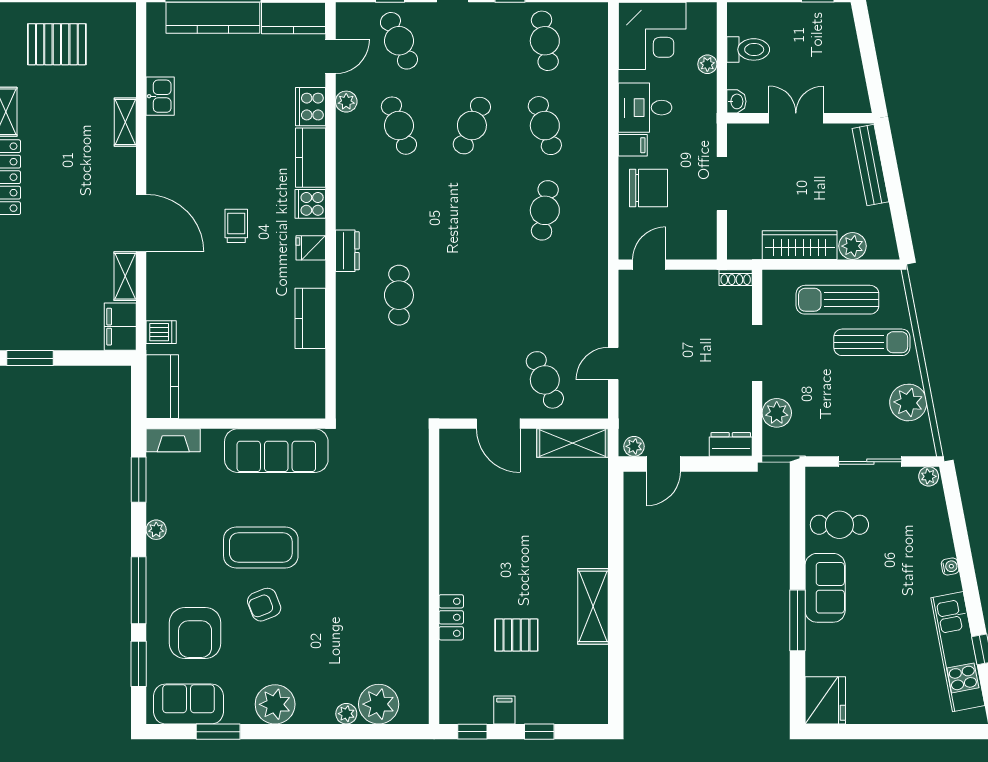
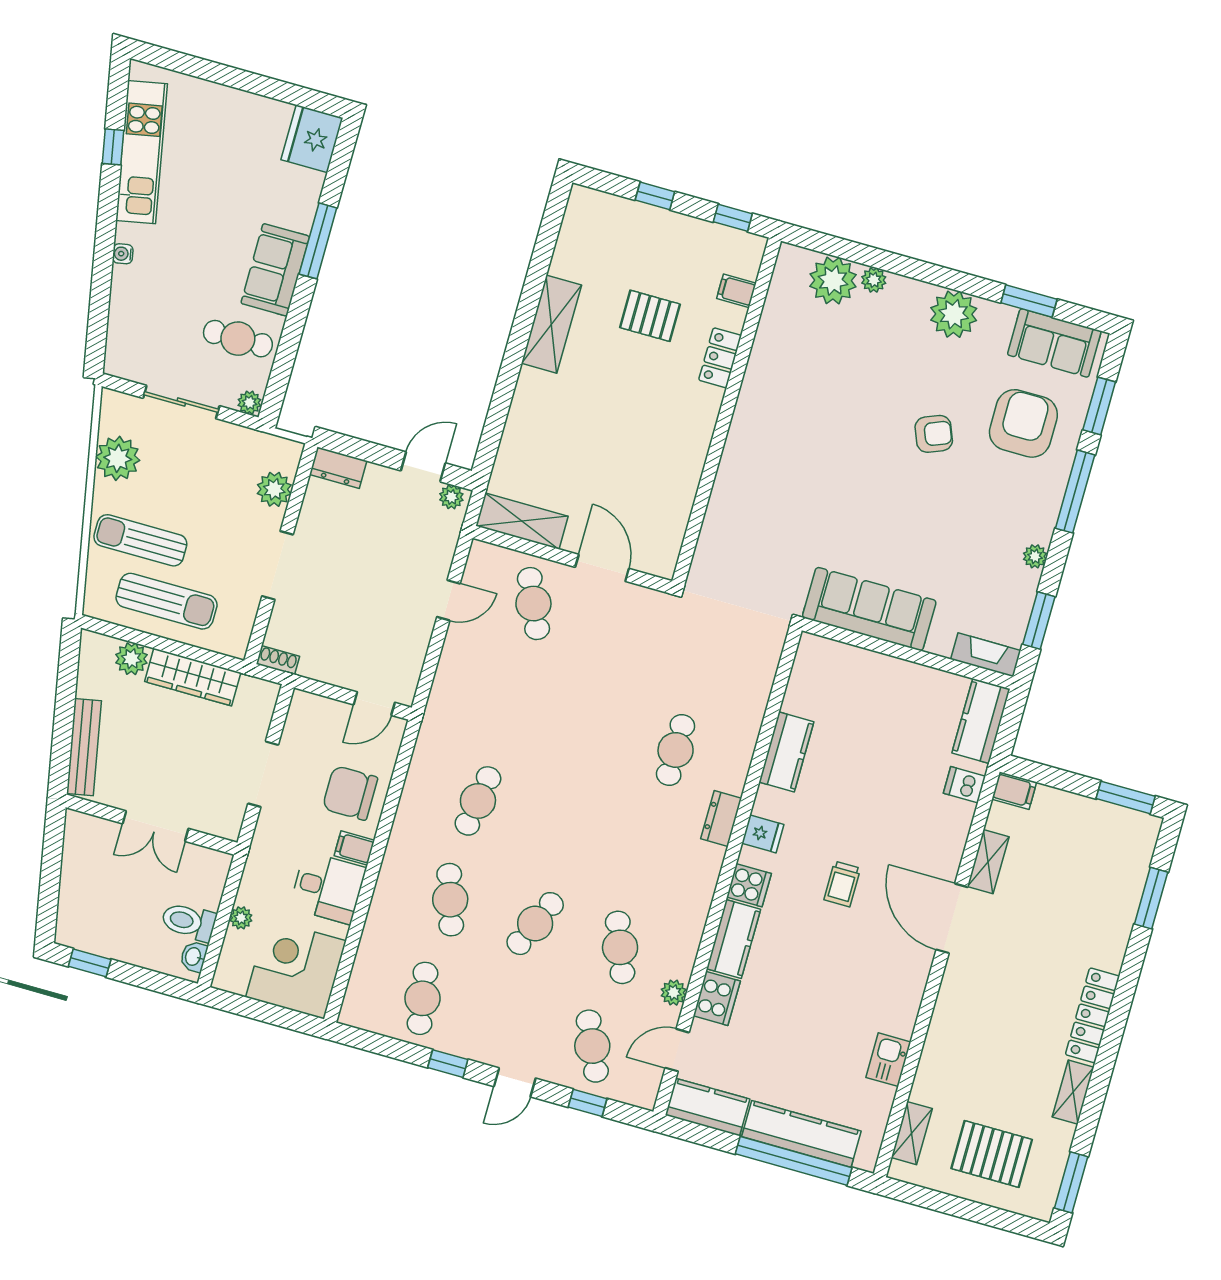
washbasin: (736, 101) -> (194, 957), moved
shelving: (125, 122) -> (912, 1133), moved
filing cabinet: (120, 327) -> (1014, 791), width x0.50
plant: (929, 476) -> (249, 403), moved
coffee table: (261, 547) -> (919, 501), removed
filing cabinet: (504, 710) -> (736, 291), moved, turned 90

